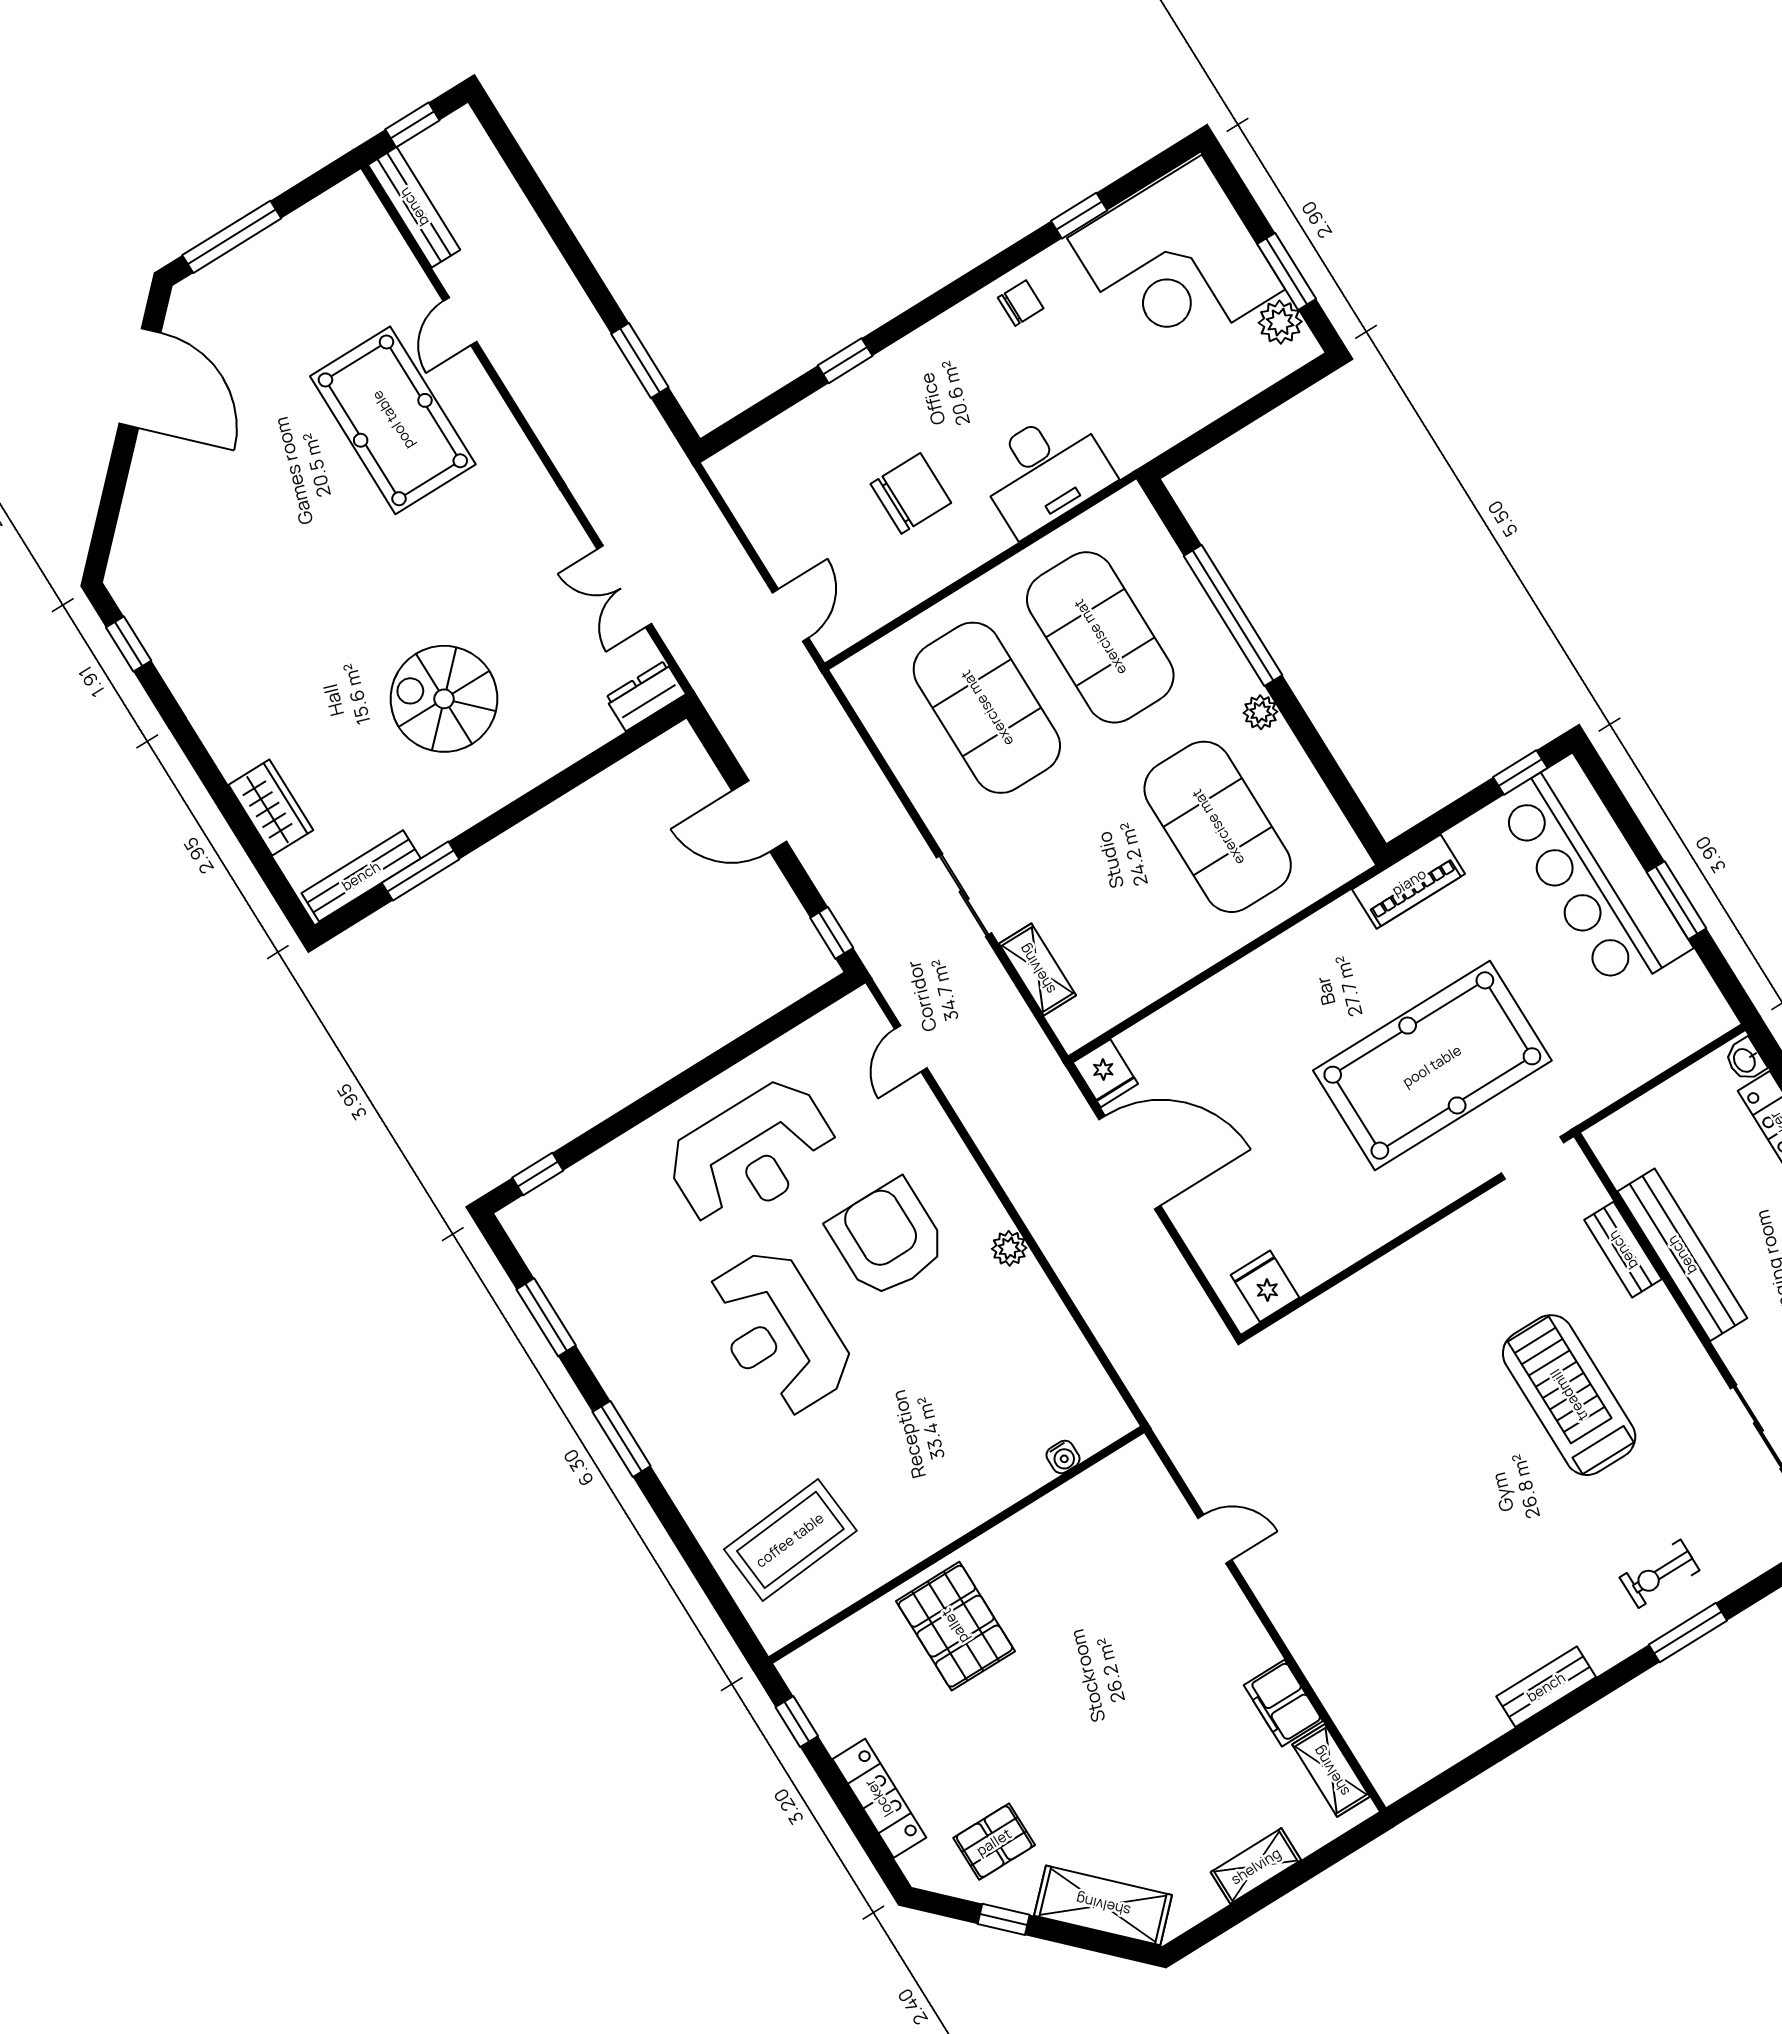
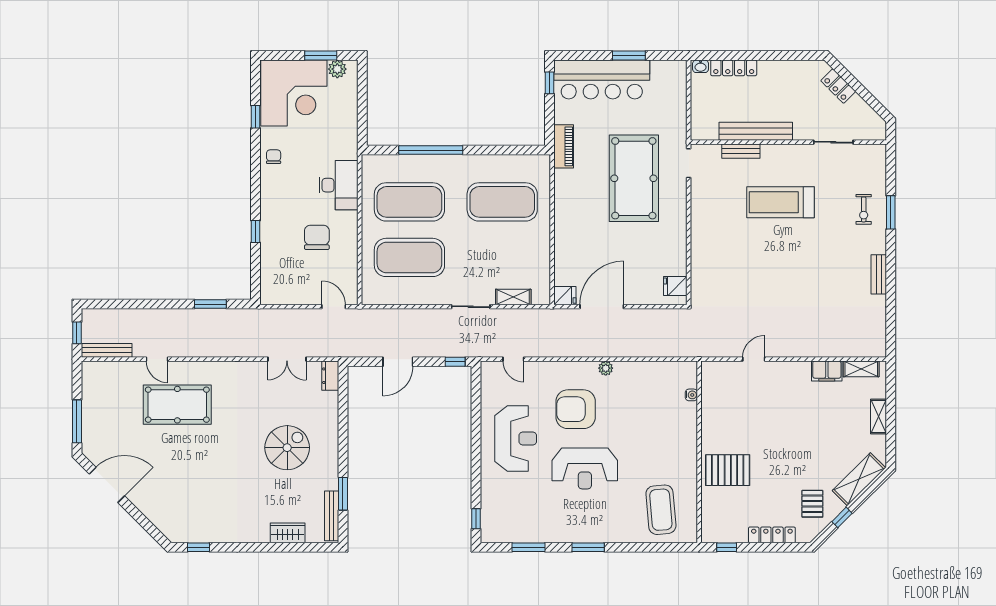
spiral stairs: (444, 699) -> (287, 448), turned 180
plant: (1261, 712) -> (471, 162), removed

